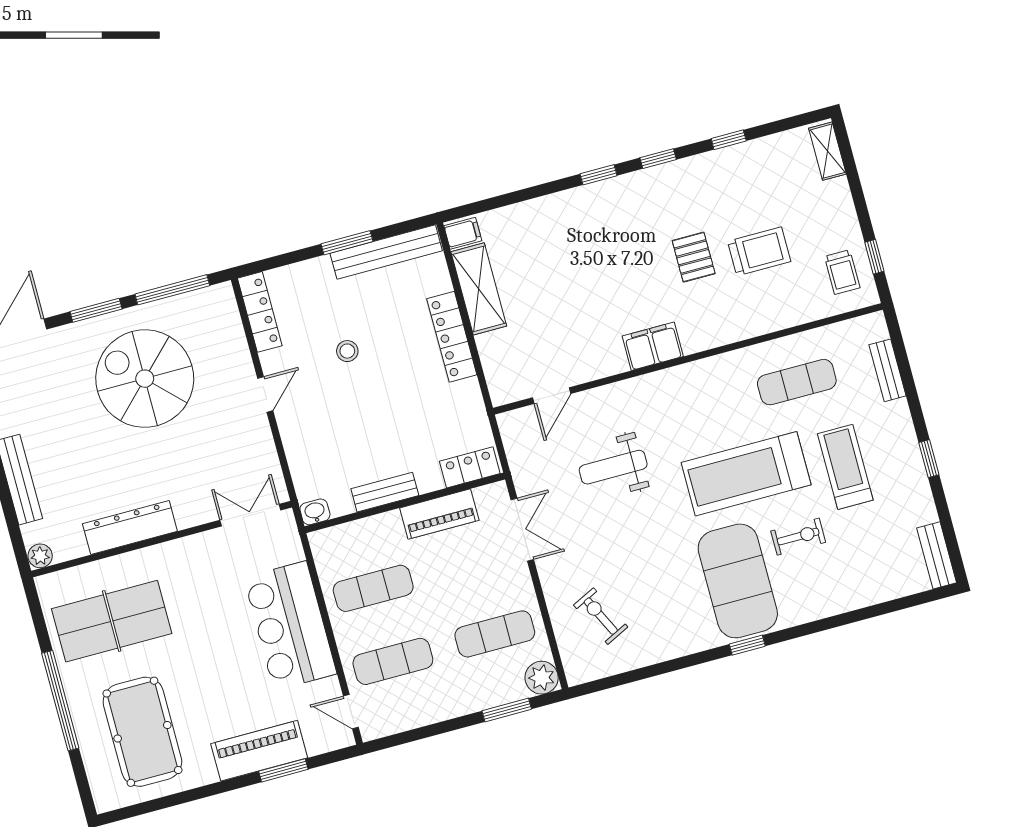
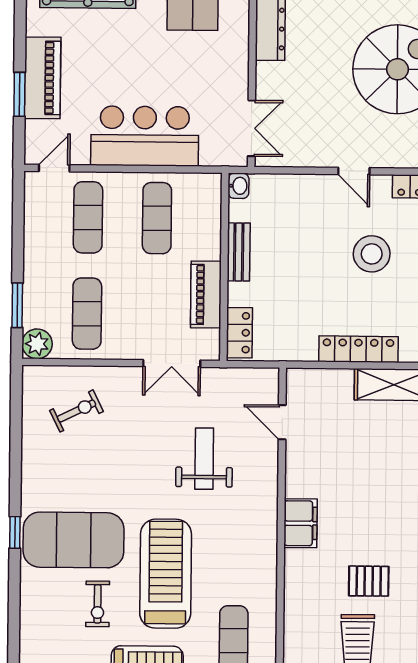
stool: (347, 351) -> (372, 254), width x1.89, depth x1.89

